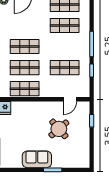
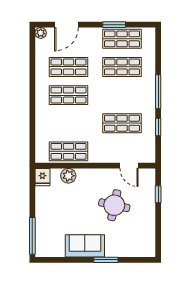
shop shelf: (25, 68) -> (68, 67), moved
door: (70, 99) -> (129, 166), hinge flipped
plant: (24, 107) -> (68, 176), added
round table: (59, 129) -> (114, 205), turned -37

